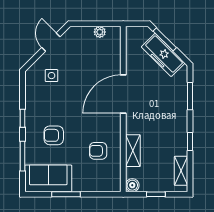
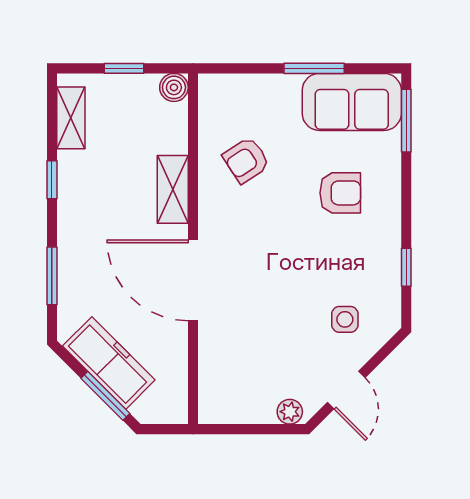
plant: (100, 32) -> (290, 412), moved
door: (123, 94) -> (193, 280), swing flipped
window: (23, 118) -> (406, 267), moved
armchair: (98, 151) -> (246, 160), turned 147
shelving: (133, 151) -> (173, 189), moved
window: (23, 156) -> (406, 121), moved

